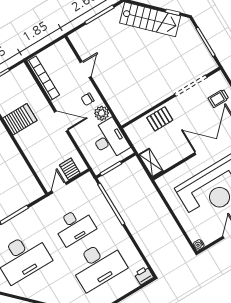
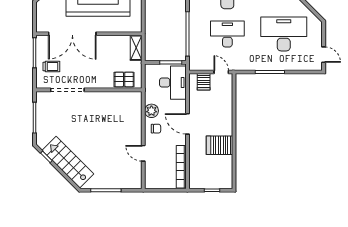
door: (86, 69) -> (143, 153), hinge flipped
pallet: (160, 119) -> (124, 79), moved
desk: (109, 139) -> (173, 83), moved, turned 180
door: (59, 188) -> (221, 72), swing flipped

